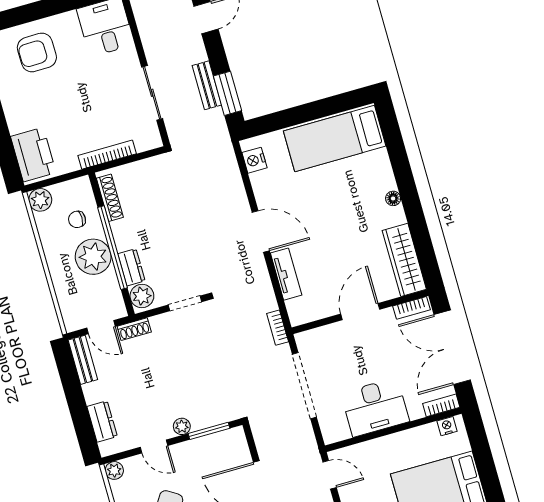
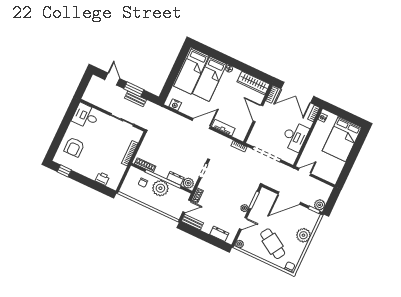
window: (227, 93) -> (134, 89), moved
printer: (33, 155) -> (102, 179), width x0.53, depth x0.68
bed: (348, 180) -> (210, 79), added
plant: (40, 200) -> (125, 189), removed

